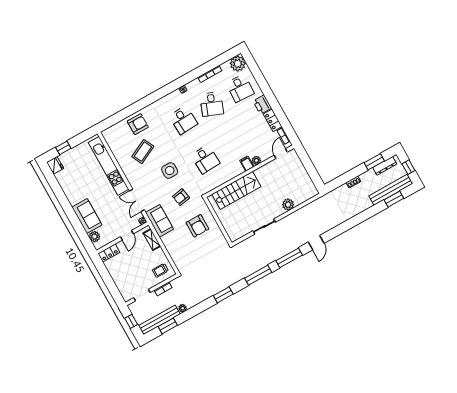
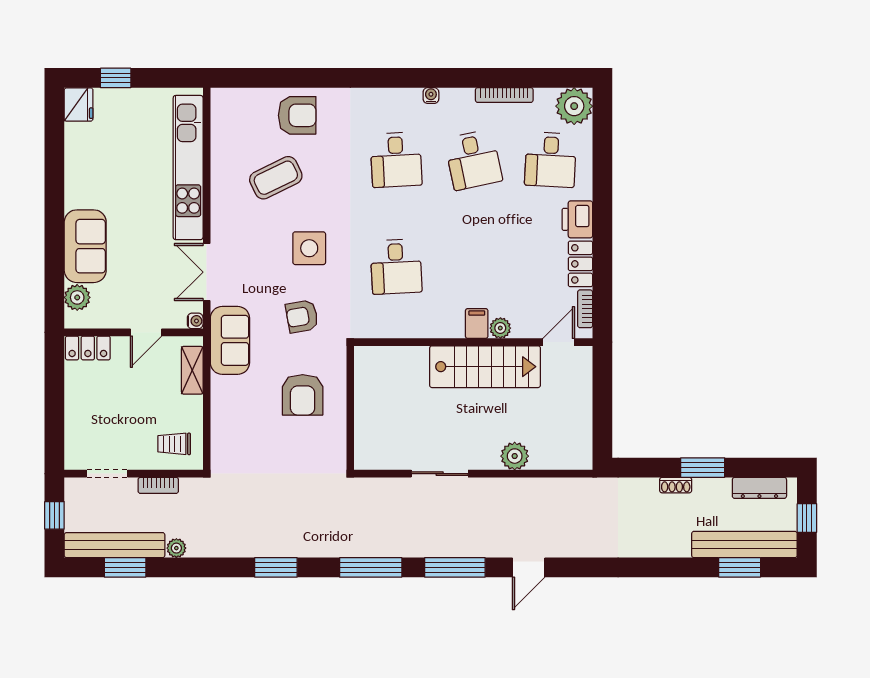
desk: (212, 104) -> (473, 160), turned -33
window: (374, 162) -> (703, 468), moved
stairs: (236, 190) -> (485, 367), moved

